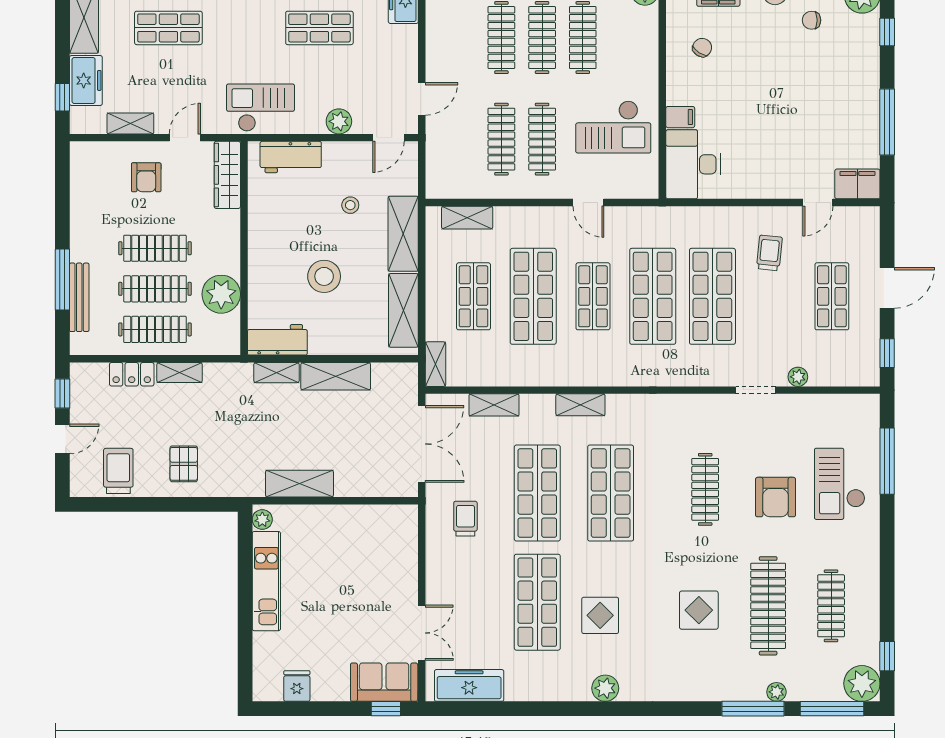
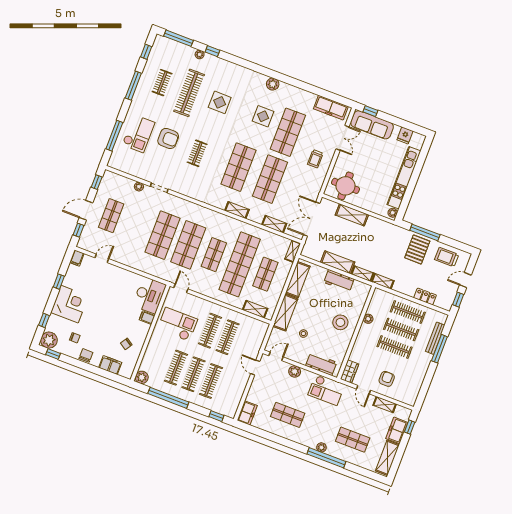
corner desk: (848, 84) -> (70, 304), added
door: (422, 99) -> (255, 368), hinge flipped
window: (887, 122) -> (59, 282), width x0.46
door: (185, 138) -> (364, 390), hinge flipped
wardrobe: (227, 175) -> (350, 372), width x0.67
filing cabinet: (857, 184) -> (77, 258), width x0.50
door: (588, 203) -> (181, 288), moved
window: (887, 242) -> (78, 230), added
trolley: (769, 253) -> (131, 245), removed
stool: (324, 276) -> (340, 322), moved
plant: (221, 294) -> (368, 319), width x0.53, depth x0.53
shop shelf: (533, 296) -> (240, 264), width x1.40
workbench: (277, 340) -> (339, 281), moved
shelving: (180, 373) -> (383, 281), moved
pallet: (184, 464) -> (417, 249), width x1.50, depth x1.42
trolley: (118, 471) -> (447, 257), turned 90
shelving: (299, 484) -> (352, 215), moved
clothes rail: (705, 489) -> (197, 153), width x0.73
armchair: (776, 497) -> (168, 138), turned 90
window: (181, 504) -> (425, 232), added
trolley: (465, 519) -> (315, 159), moved
round table: (379, 538) -> (346, 186), added
window: (887, 578) -> (133, 86), added
kitchen unit: (266, 581) -> (404, 178), width x1.36
clothes rail: (831, 606) -> (162, 83), width x0.73
double door: (422, 633) -> (342, 138), swing flipped
sofa: (384, 682) -> (372, 125), width x1.36
plant: (862, 683) -> (161, 44), removed
window: (753, 709) -> (212, 51), width x0.46

